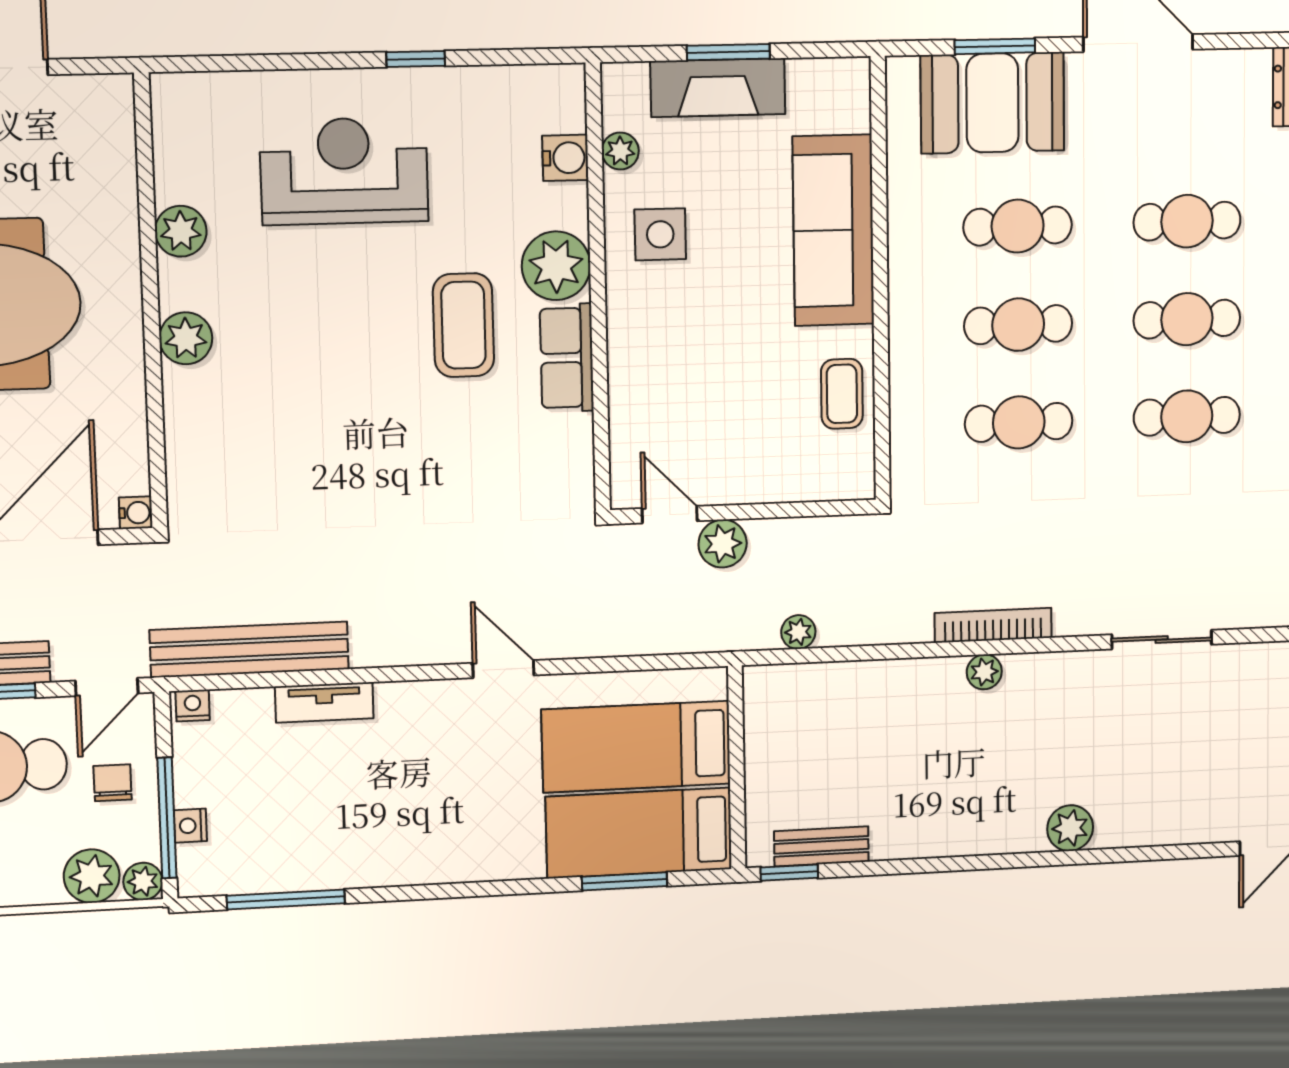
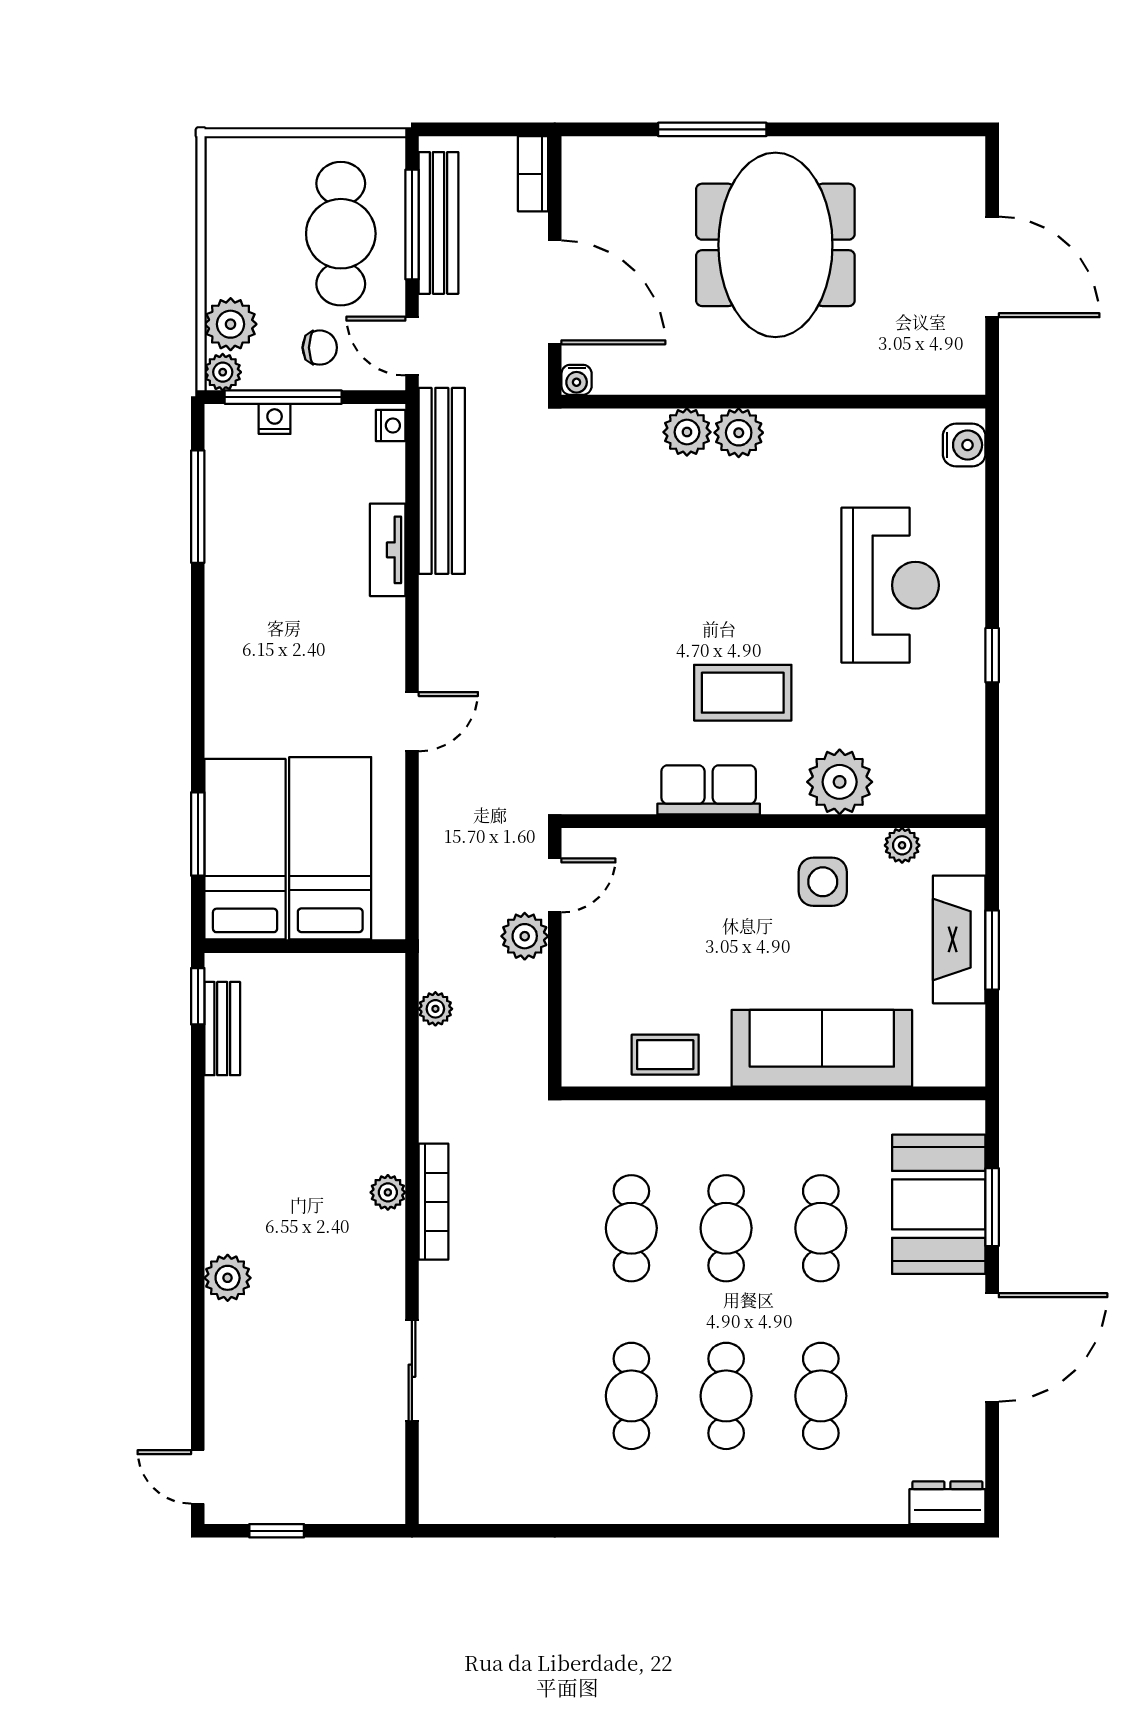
water cooler: (565, 158) -> (964, 445), moved, turned -90
plant: (181, 231) -> (687, 432), moved
plant: (556, 266) -> (840, 782), moved

